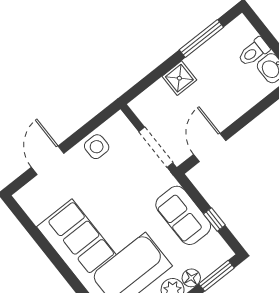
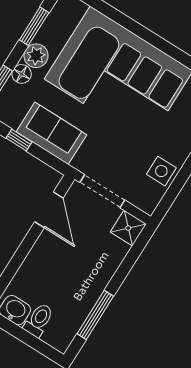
shower: (179, 78) -> (128, 228), moved

